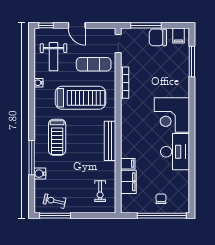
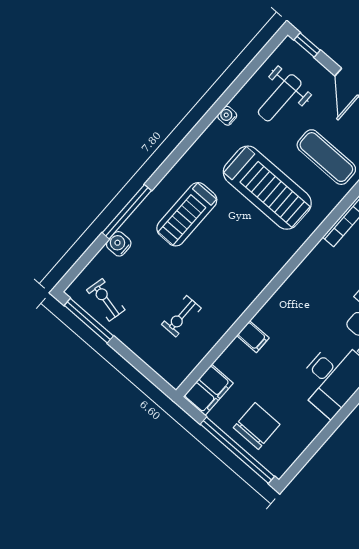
bench: (110, 141) -> (256, 283), removed
filing cabinet: (128, 182) -> (208, 390), moved
exercise bike: (100, 191) -> (181, 316), moved
chair: (161, 199) -> (257, 426), width x1.87, depth x1.87

